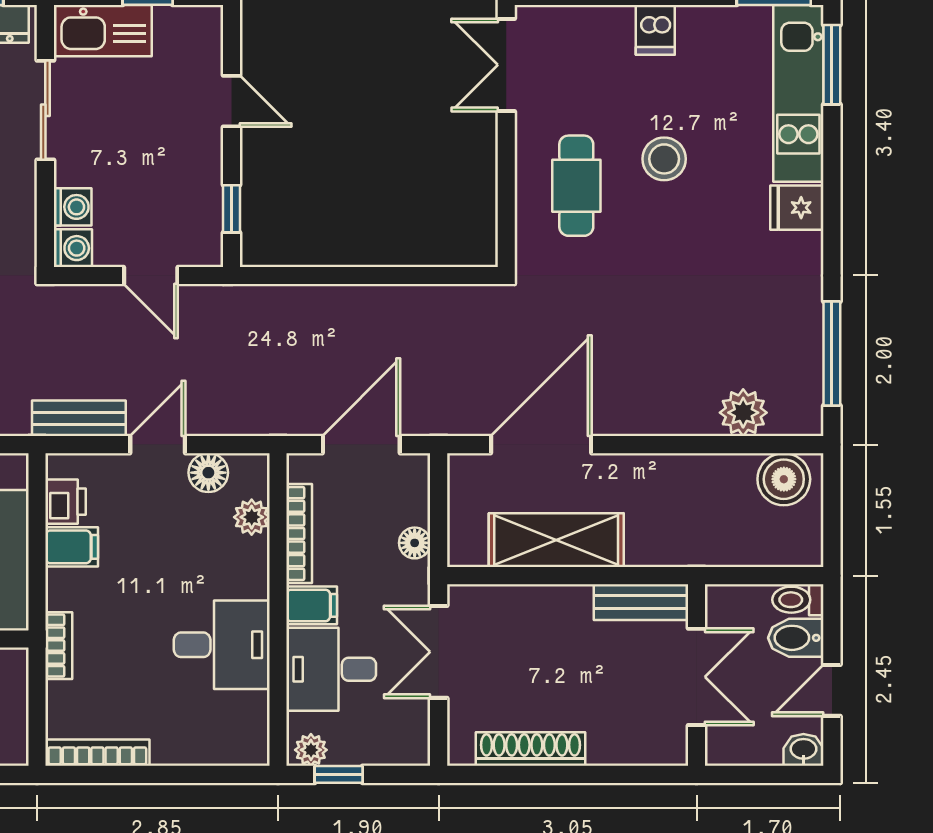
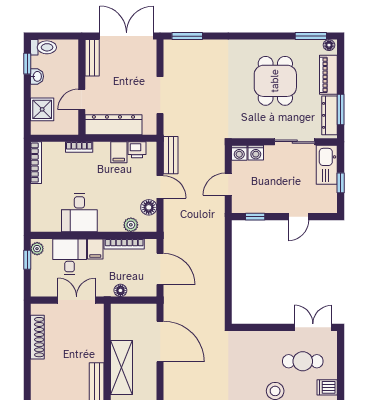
cafe table: (576, 186) -> (303, 361), moved
shelving: (556, 540) -> (122, 368), moved

